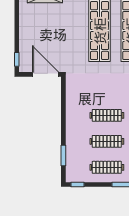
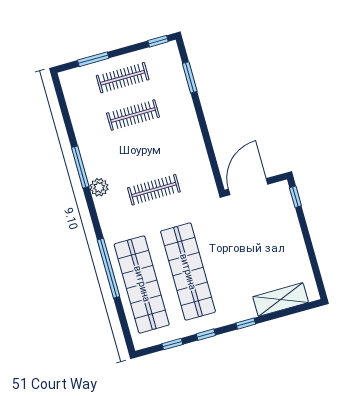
door: (45, 74) -> (248, 187), swing flipped
clothes rail: (107, 115) -> (154, 190), moved

